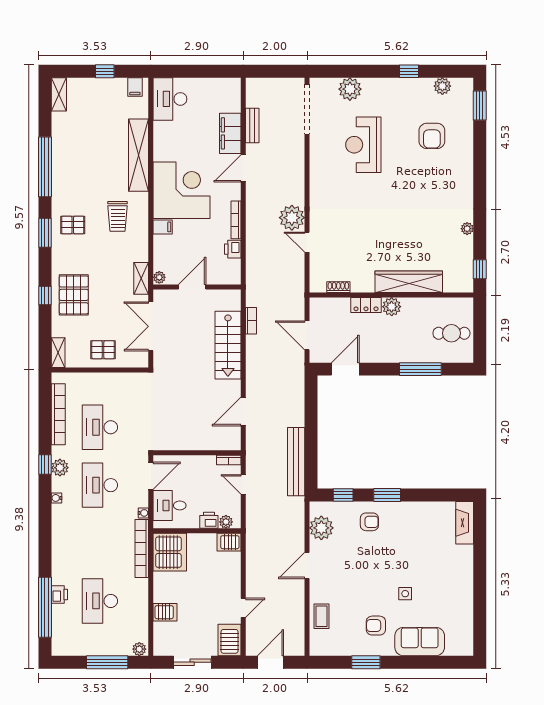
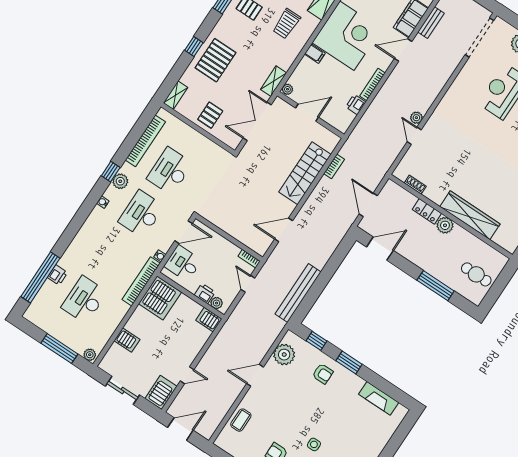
plant: (292, 218) -> (416, 118), width x0.53, depth x0.53
pallet: (103, 350) -> (210, 115), turned 90
fireplace: (465, 523) -> (379, 398), moved, turned -90

